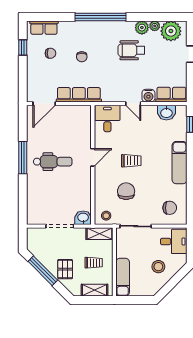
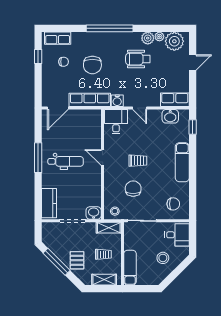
chair: (82, 57) -> (92, 65), width x1.87, depth x1.87
water cooler: (148, 96) -> (117, 101), moved
door: (93, 157) -> (103, 157), swing flipped
kitchen counter: (35, 207) -> (49, 203), added

